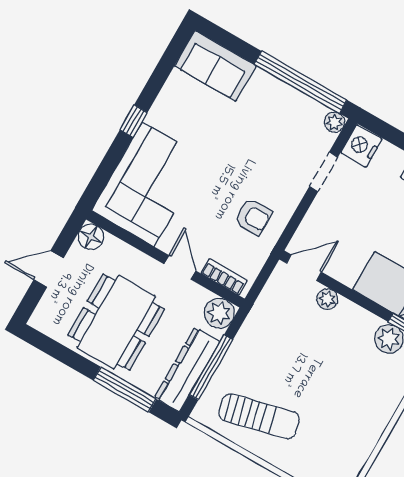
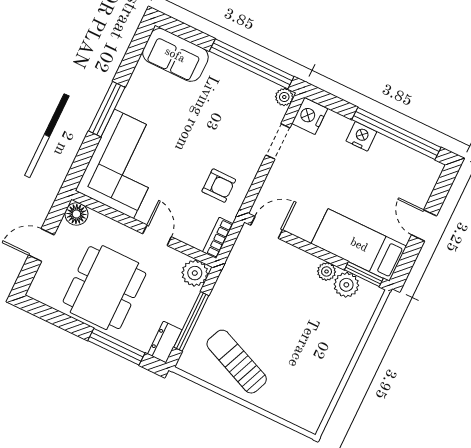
window: (134, 121) -> (107, 109), width x2.17
bookcase: (224, 277) -> (218, 238), moved, turned -90
plant: (327, 299) -> (327, 271), moved
dresser: (187, 370) -> (165, 342), width x0.51, depth x0.80
sun lounger: (259, 416) -> (237, 362), turned -143

